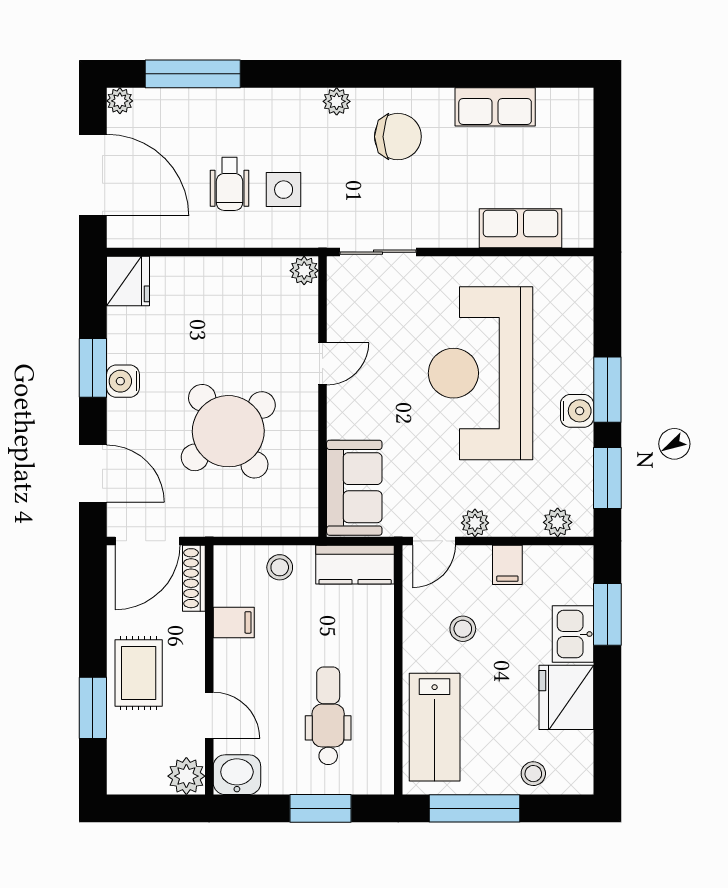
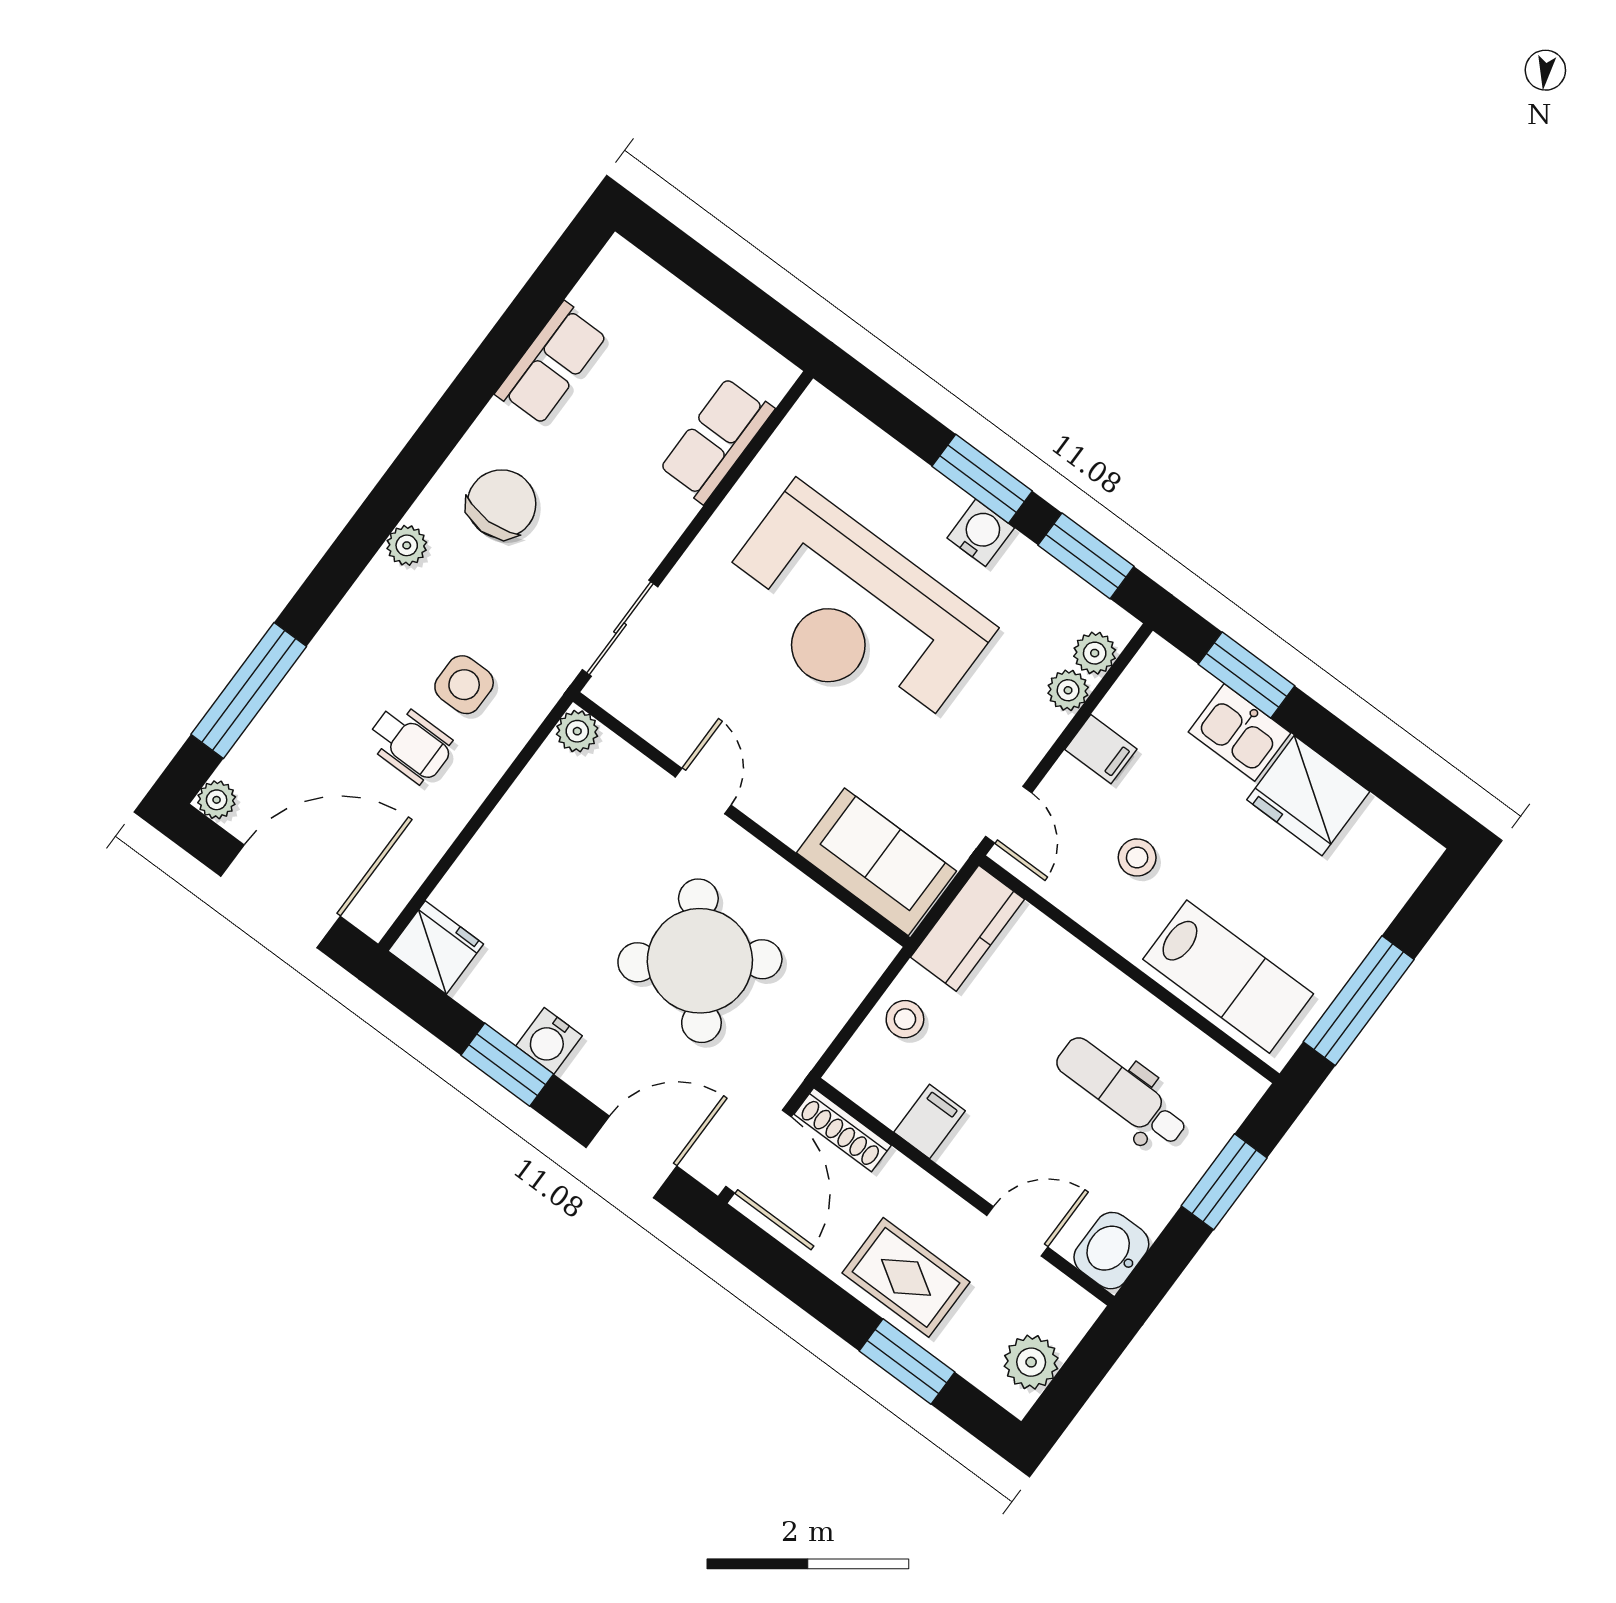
plant: (475, 523) -> (1068, 690), moved
stool: (533, 774) -> (1369, 901), removed
plant: (186, 776) -> (1031, 1362), moved

